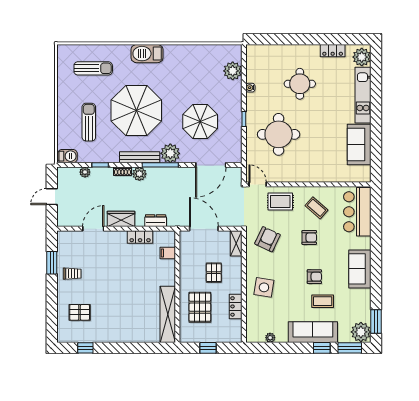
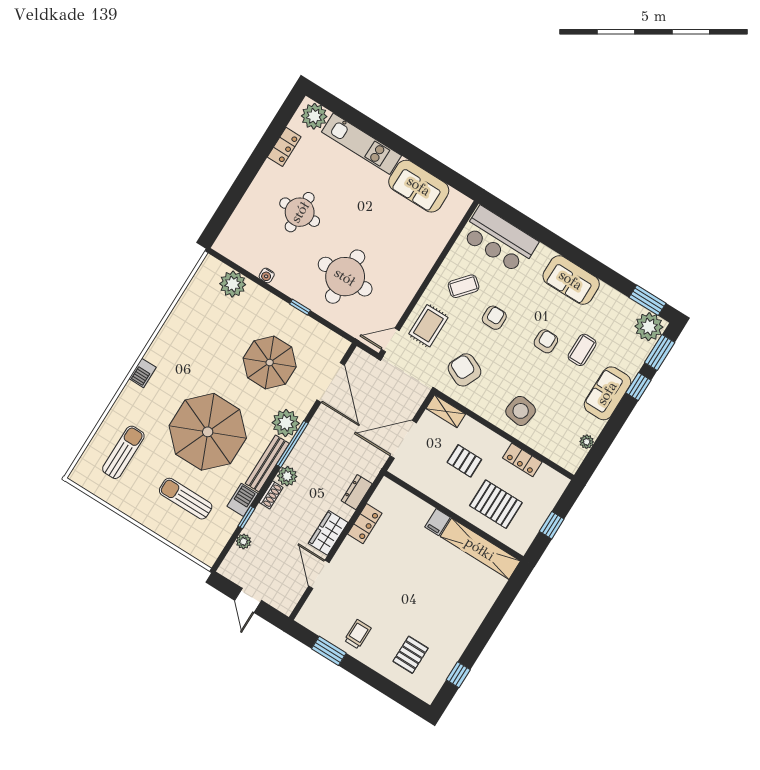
barbecue: (147, 54) -> (143, 373), width x0.53, depth x0.65
barbecue: (67, 156) -> (242, 500), moved
filing cabinet: (168, 253) -> (438, 522), moved
sofa: (313, 332) -> (607, 393), width x0.73

